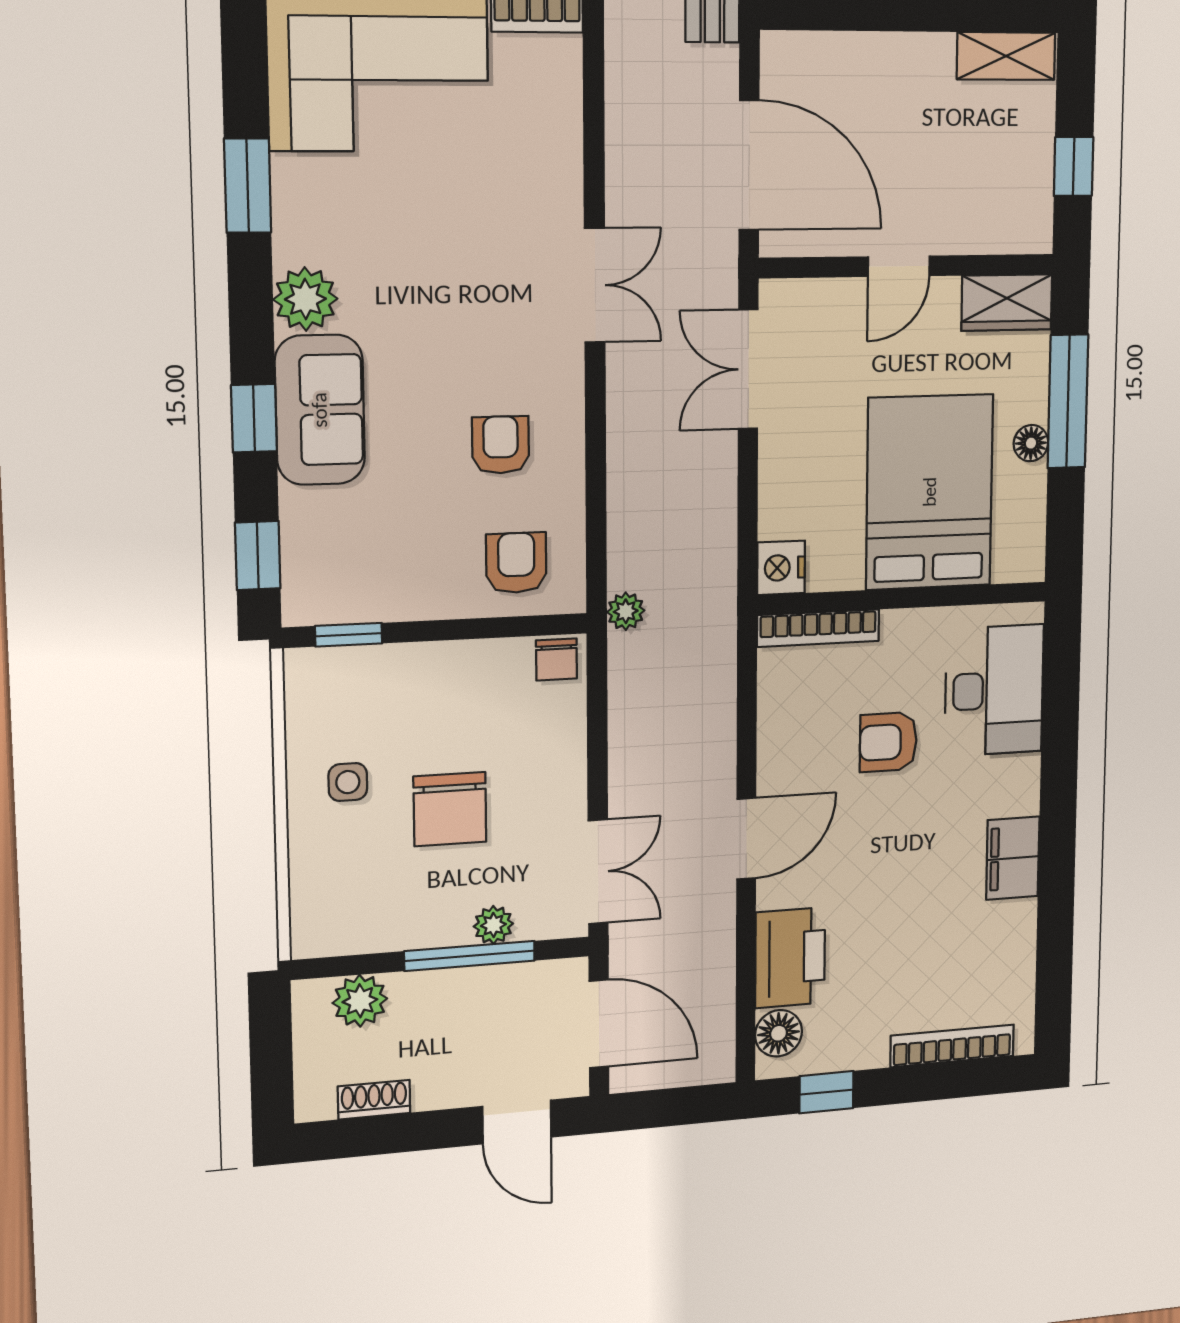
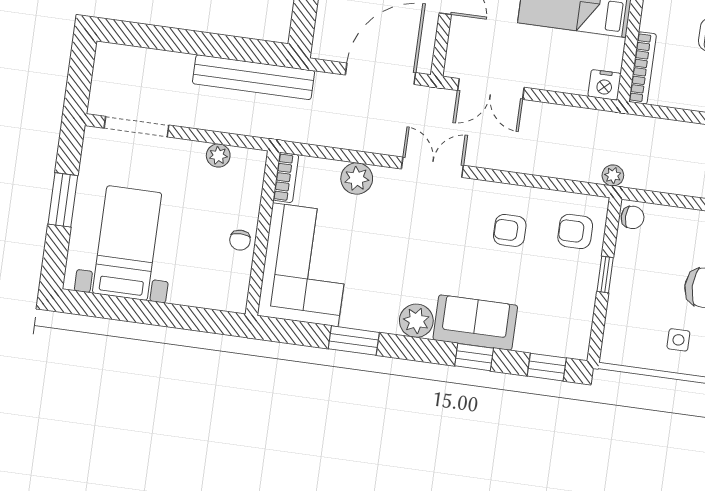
plant: (554, 148) -> (357, 179), added
window: (349, 635) -> (605, 275), moved

